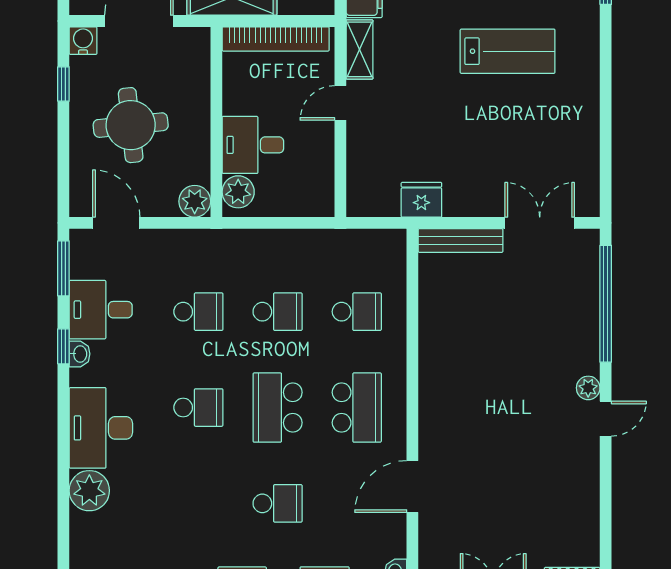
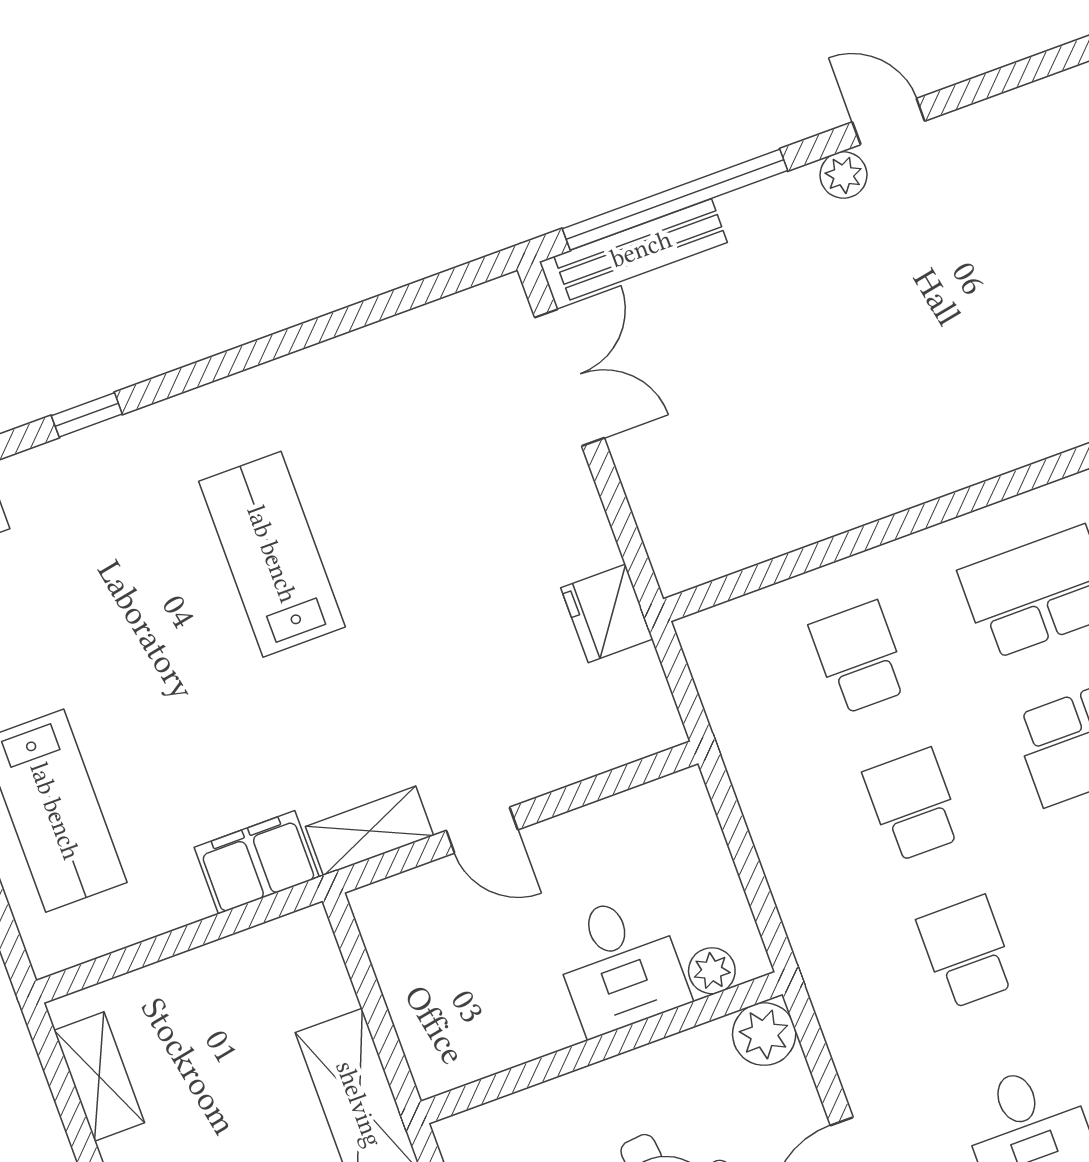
bookcase: (276, 39) -> (407, 994), removed
plant: (238, 192) -> (712, 971), width x0.73, depth x0.73
double door: (540, 223) -> (570, 378), swing flipped
bench: (461, 241) -> (641, 249), moved, turned 90

